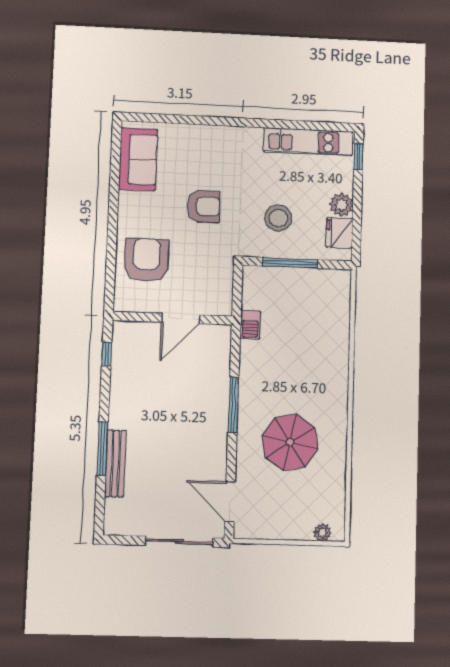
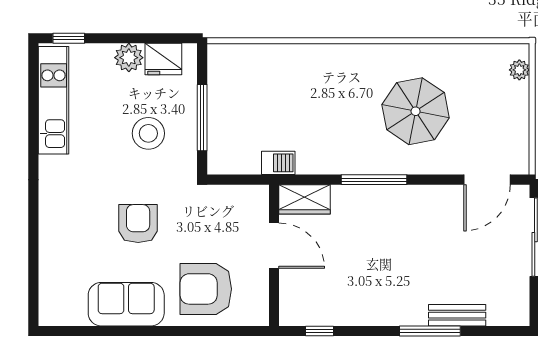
sofa: (138, 159) -> (126, 304), moved
wardrobe: (219, 346) -> (305, 199), added
bench: (115, 464) -> (457, 315), width x0.73

